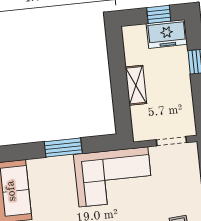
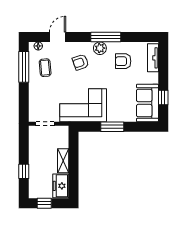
freezer: (167, 34) -> (61, 186), moved, turned -90

